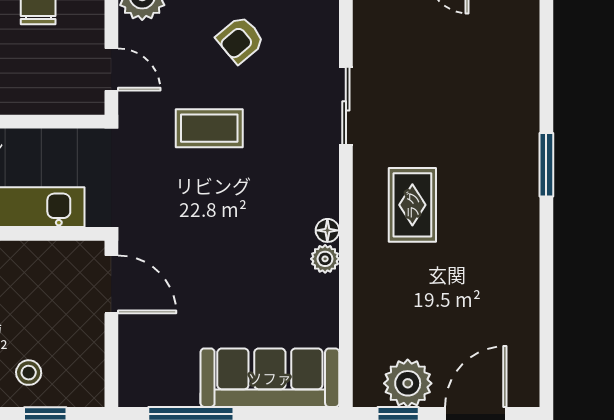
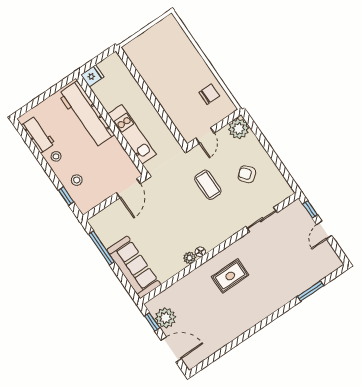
sliding door: (346, 106) -> (262, 220), moved
window: (546, 165) -> (311, 291), moved

